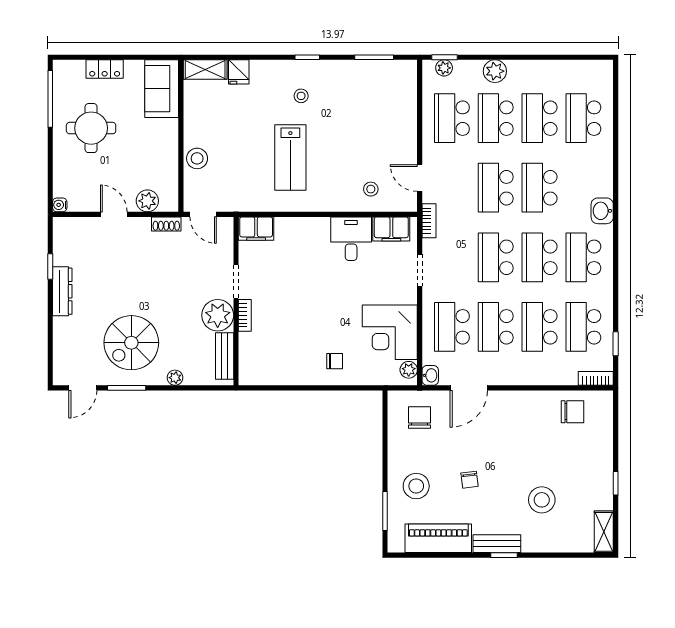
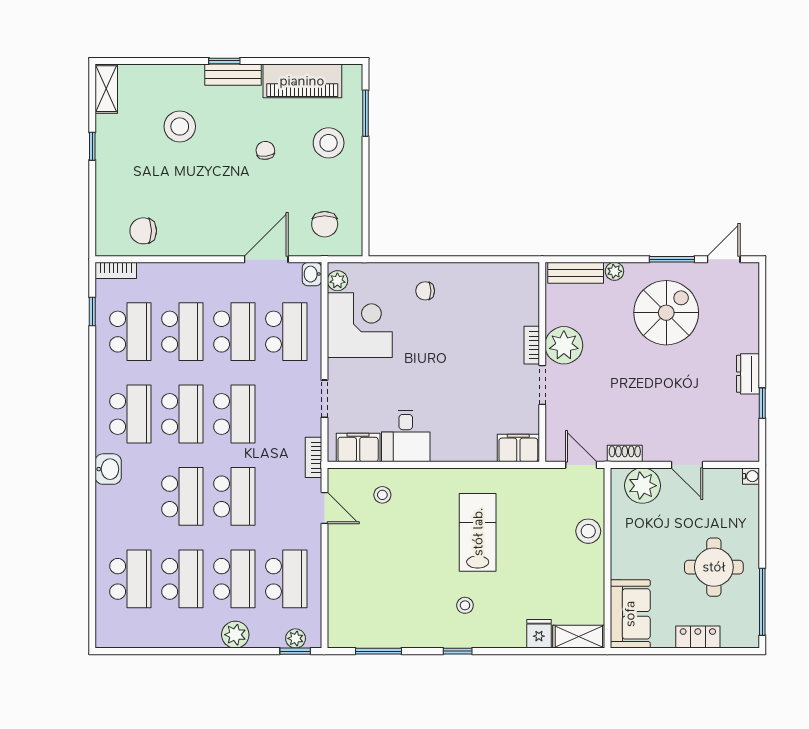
plant: (147, 201) -> (642, 486), width x1.36, depth x1.36
dresser: (62, 291) -> (748, 374), width x0.70
bench: (225, 356) -> (576, 273), moved, turned 90

